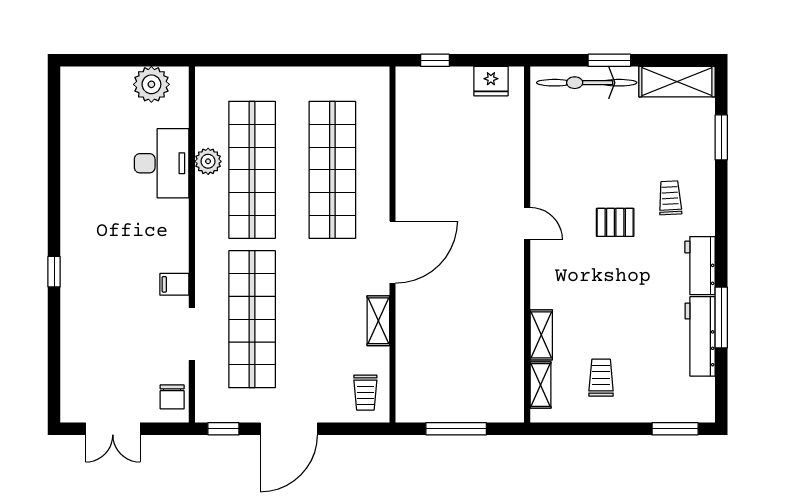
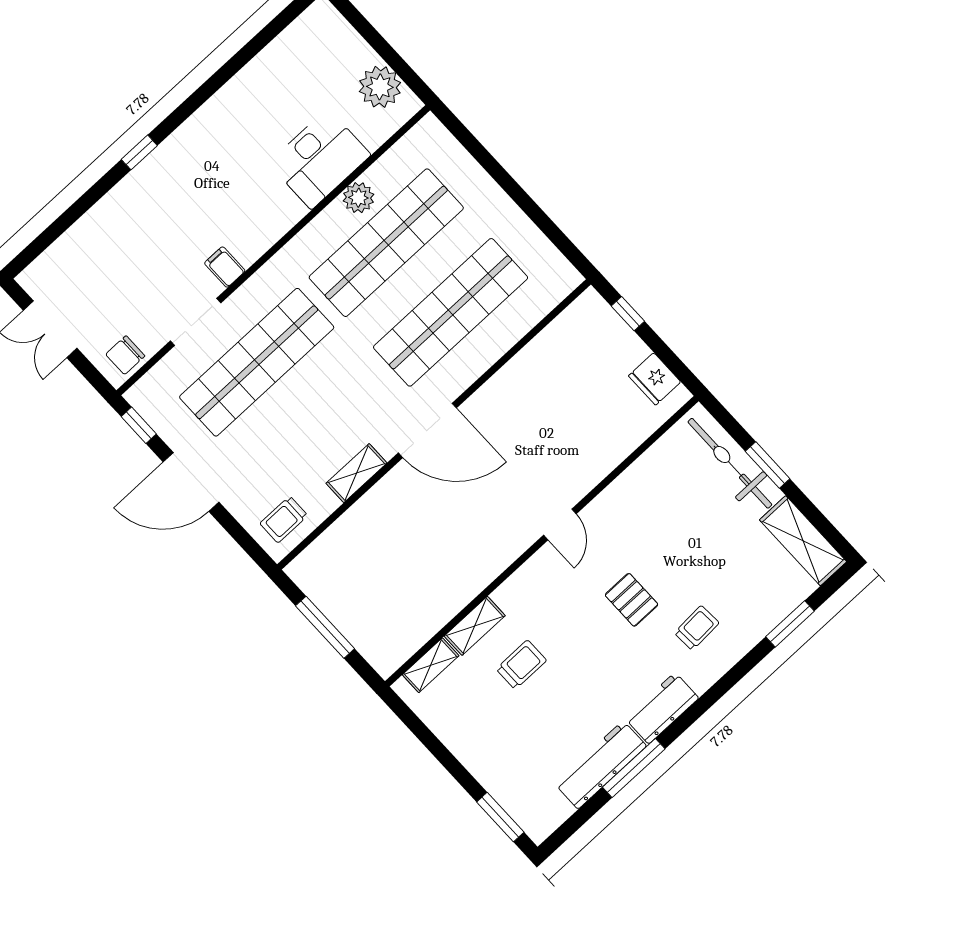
trolley: (601, 378) -> (521, 665), moved

